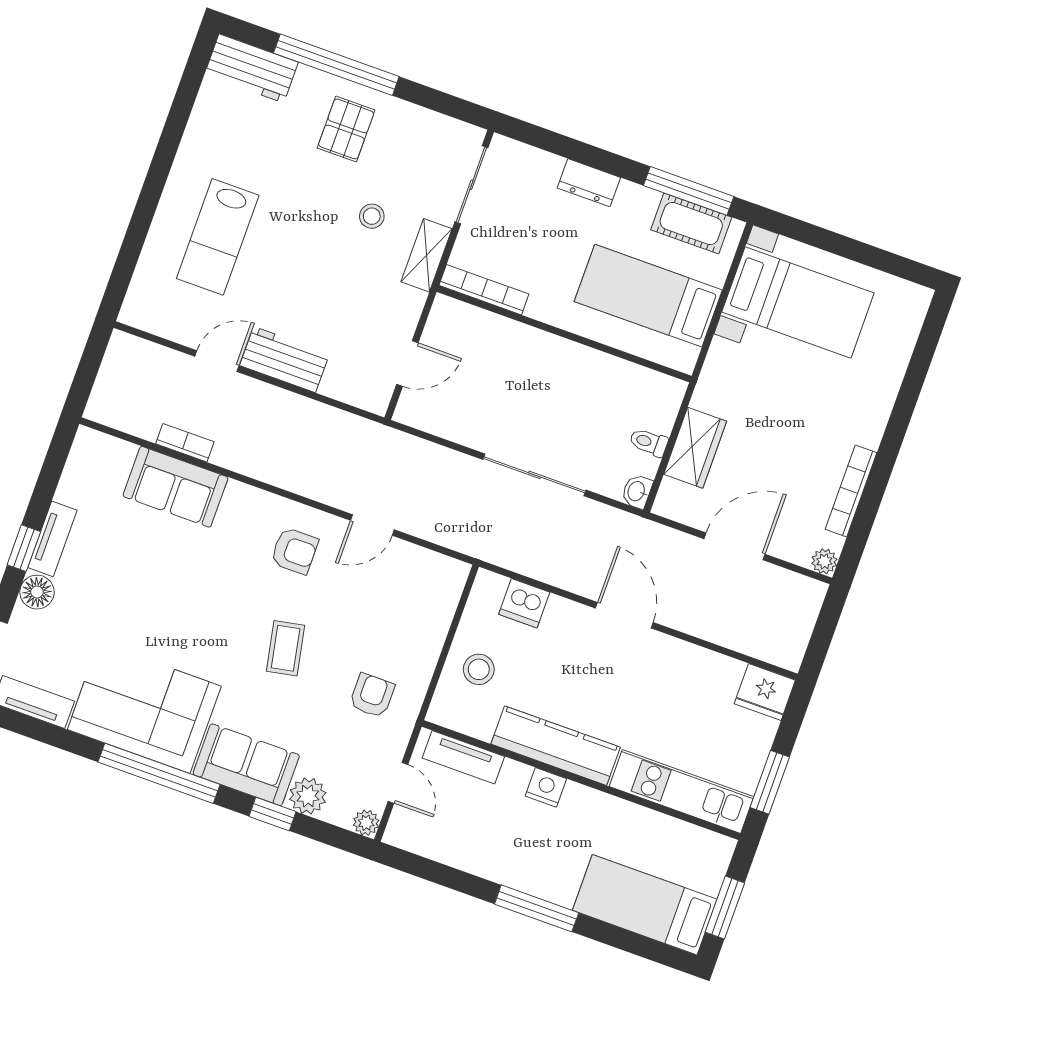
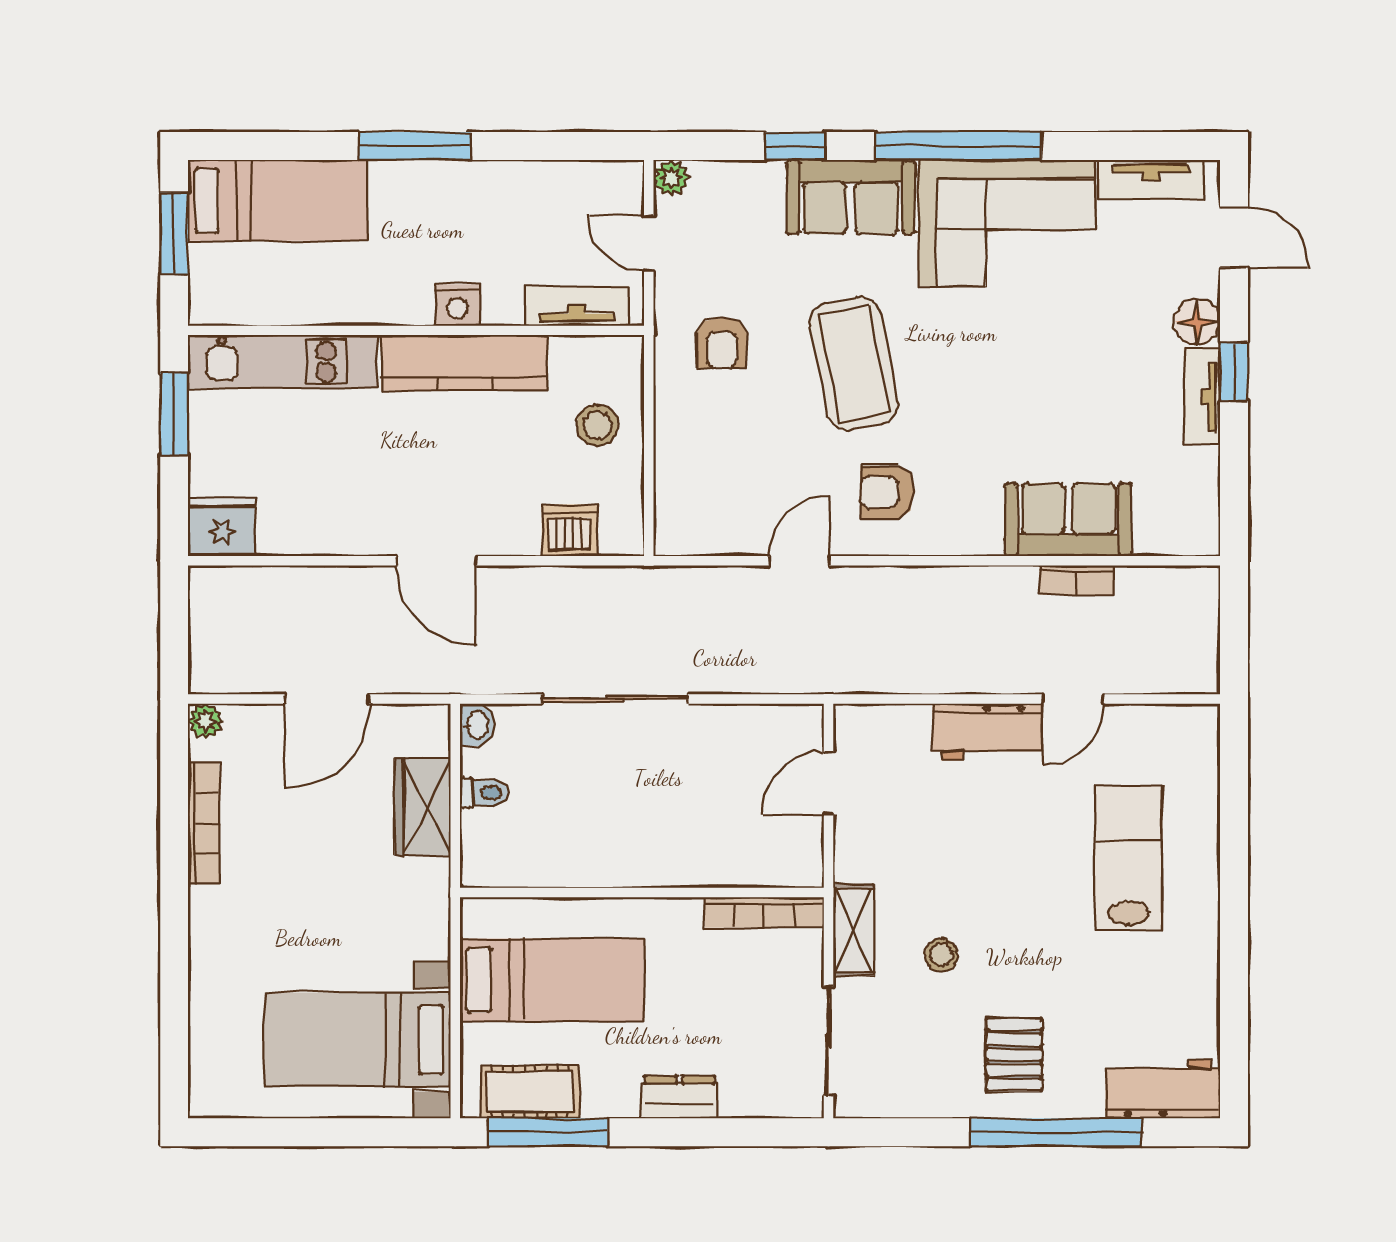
coffee table: (286, 648) -> (854, 364), width x1.86, depth x1.72
plant: (308, 796) -> (758, 185), removed

